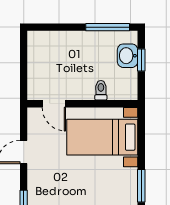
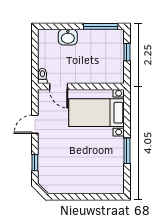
washbasin: (128, 56) -> (68, 37), moved, turned -90
toilet: (101, 90) -> (42, 76), moved

